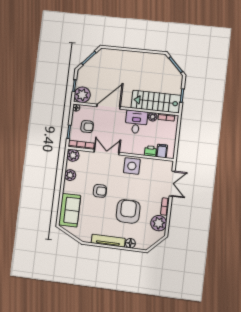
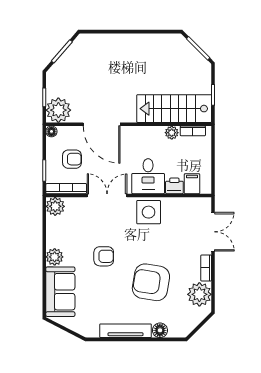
door: (108, 107) -> (102, 124), swing flipped
desk: (136, 122) -> (148, 176), moved, turned 180
plant: (70, 175) -> (55, 257), moved
armchair: (128, 211) -> (151, 282), turned -81

